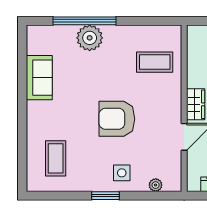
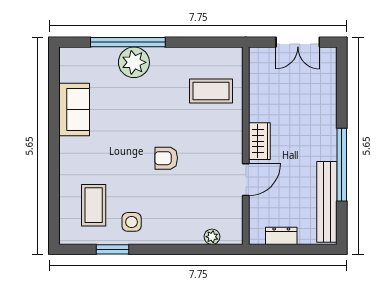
armchair: (117, 119) -> (166, 158), width x0.53, depth x0.53
side table: (122, 173) -> (132, 222), moved
window: (105, 196) -> (113, 249), moved

